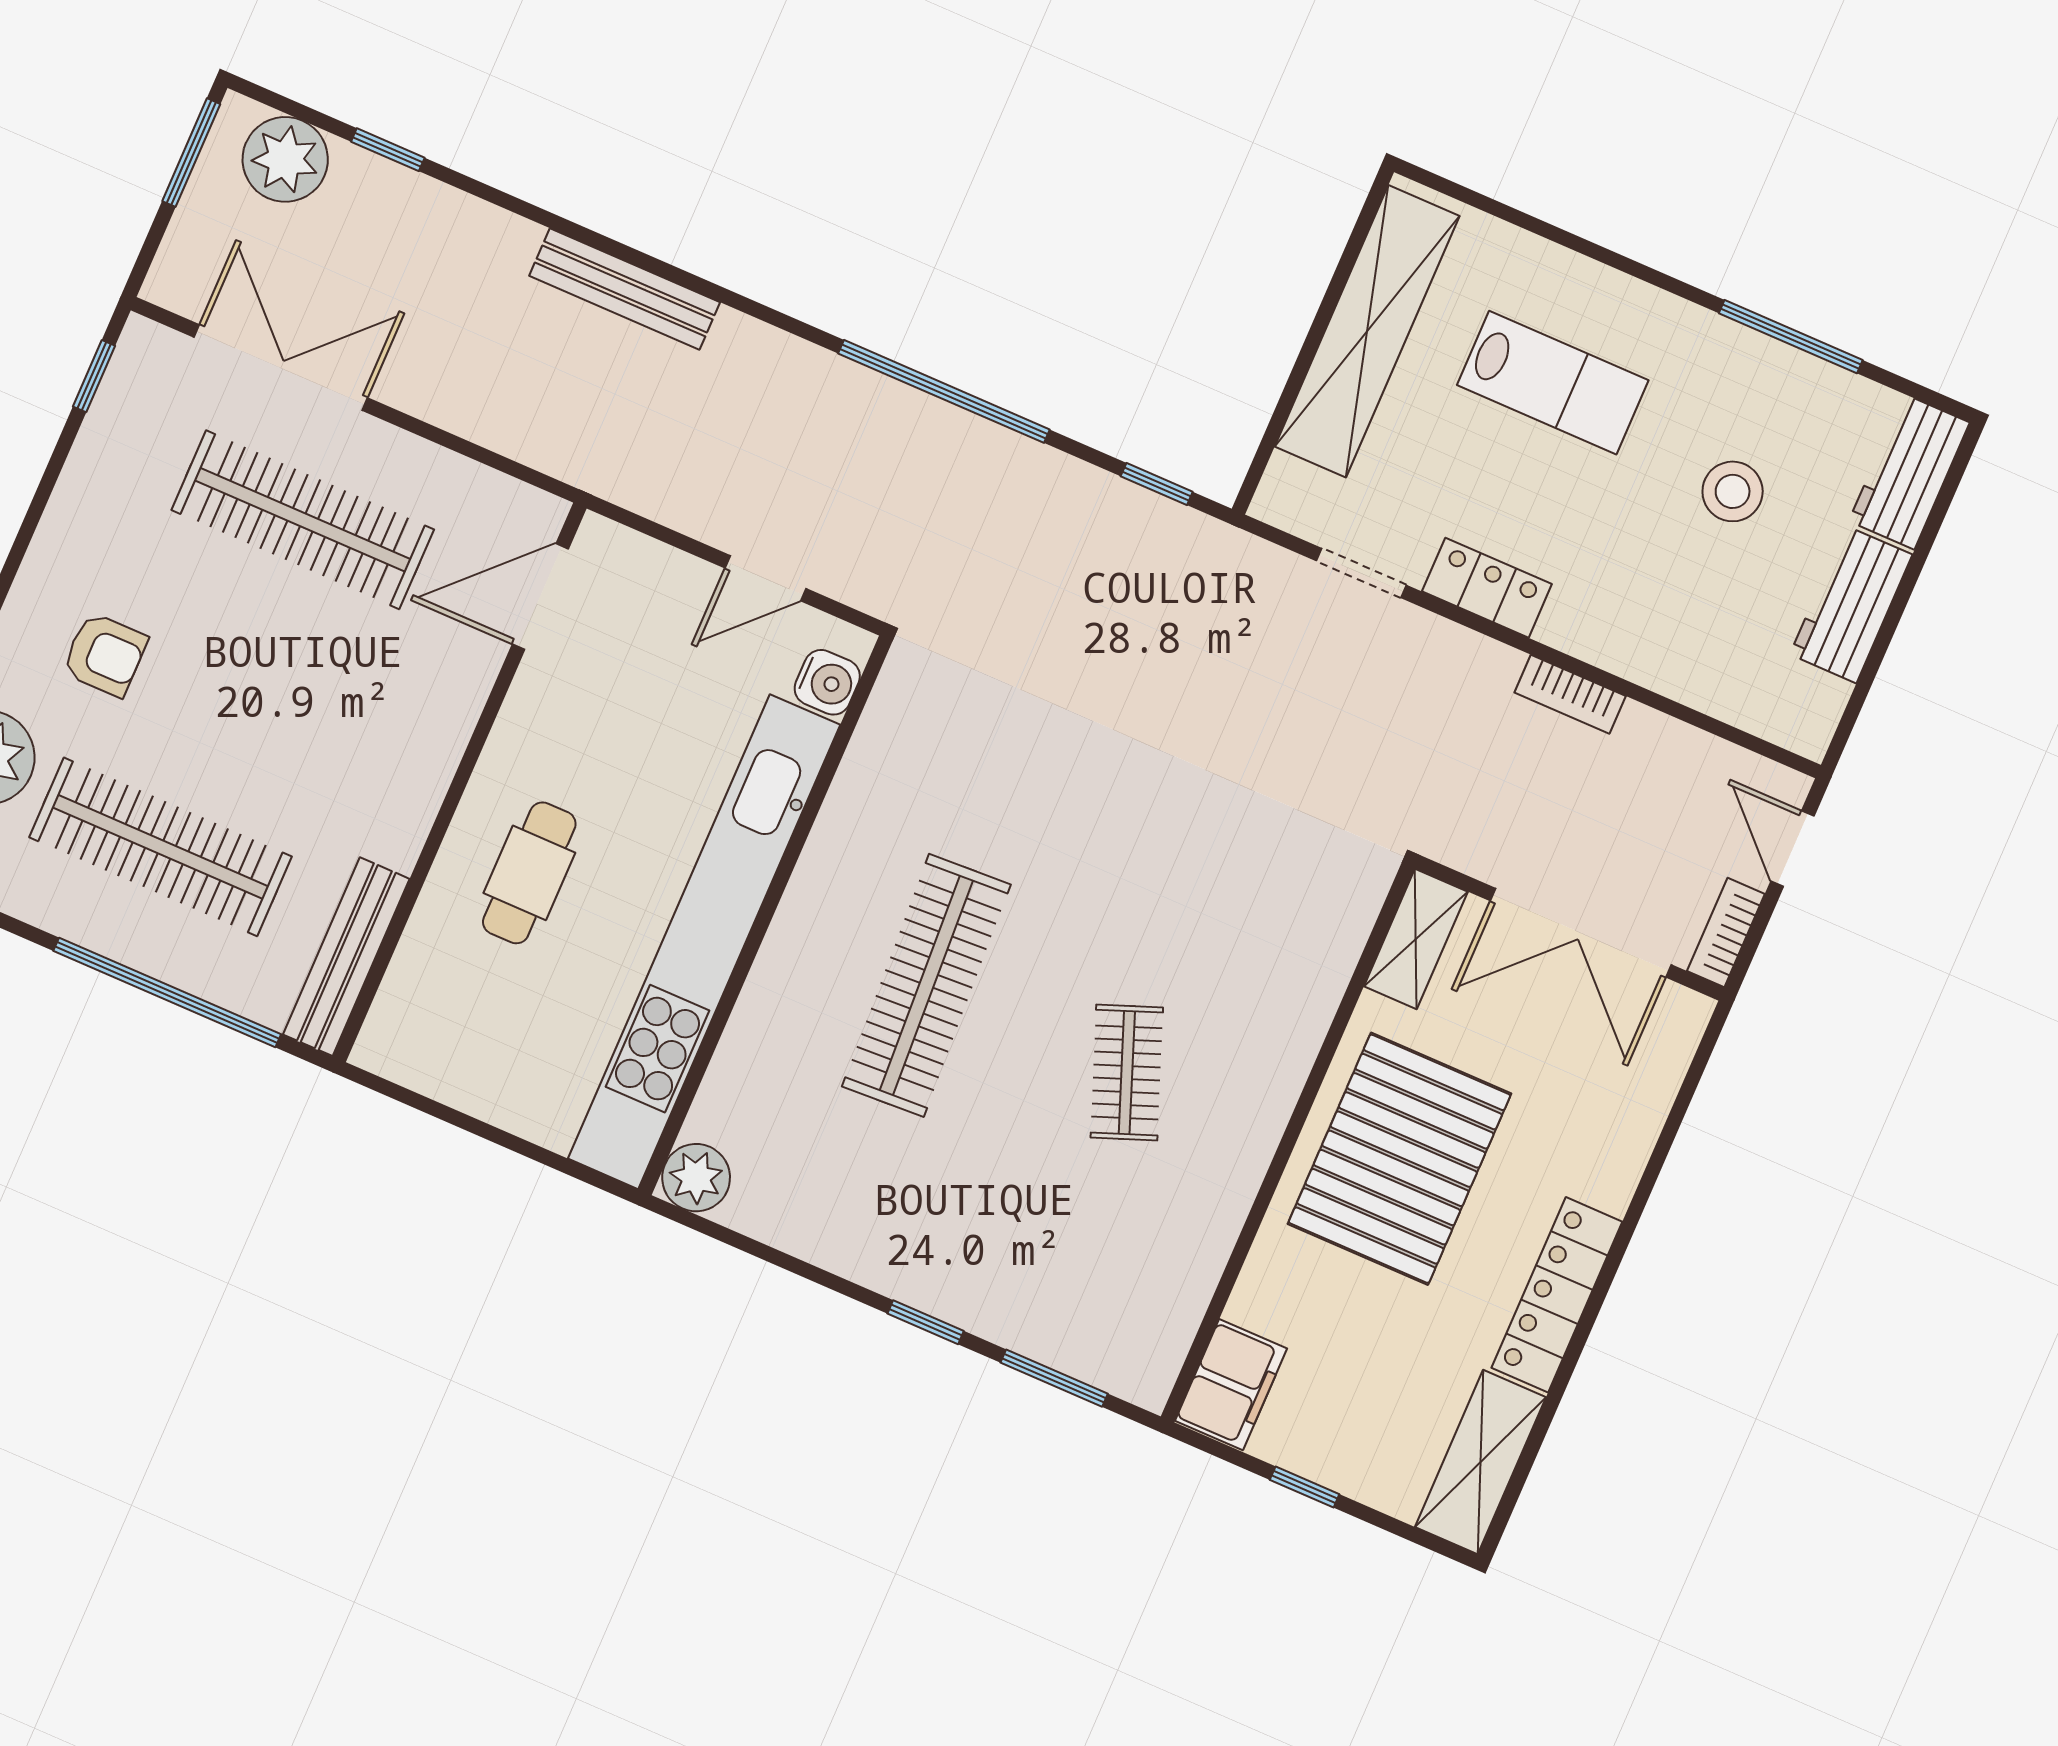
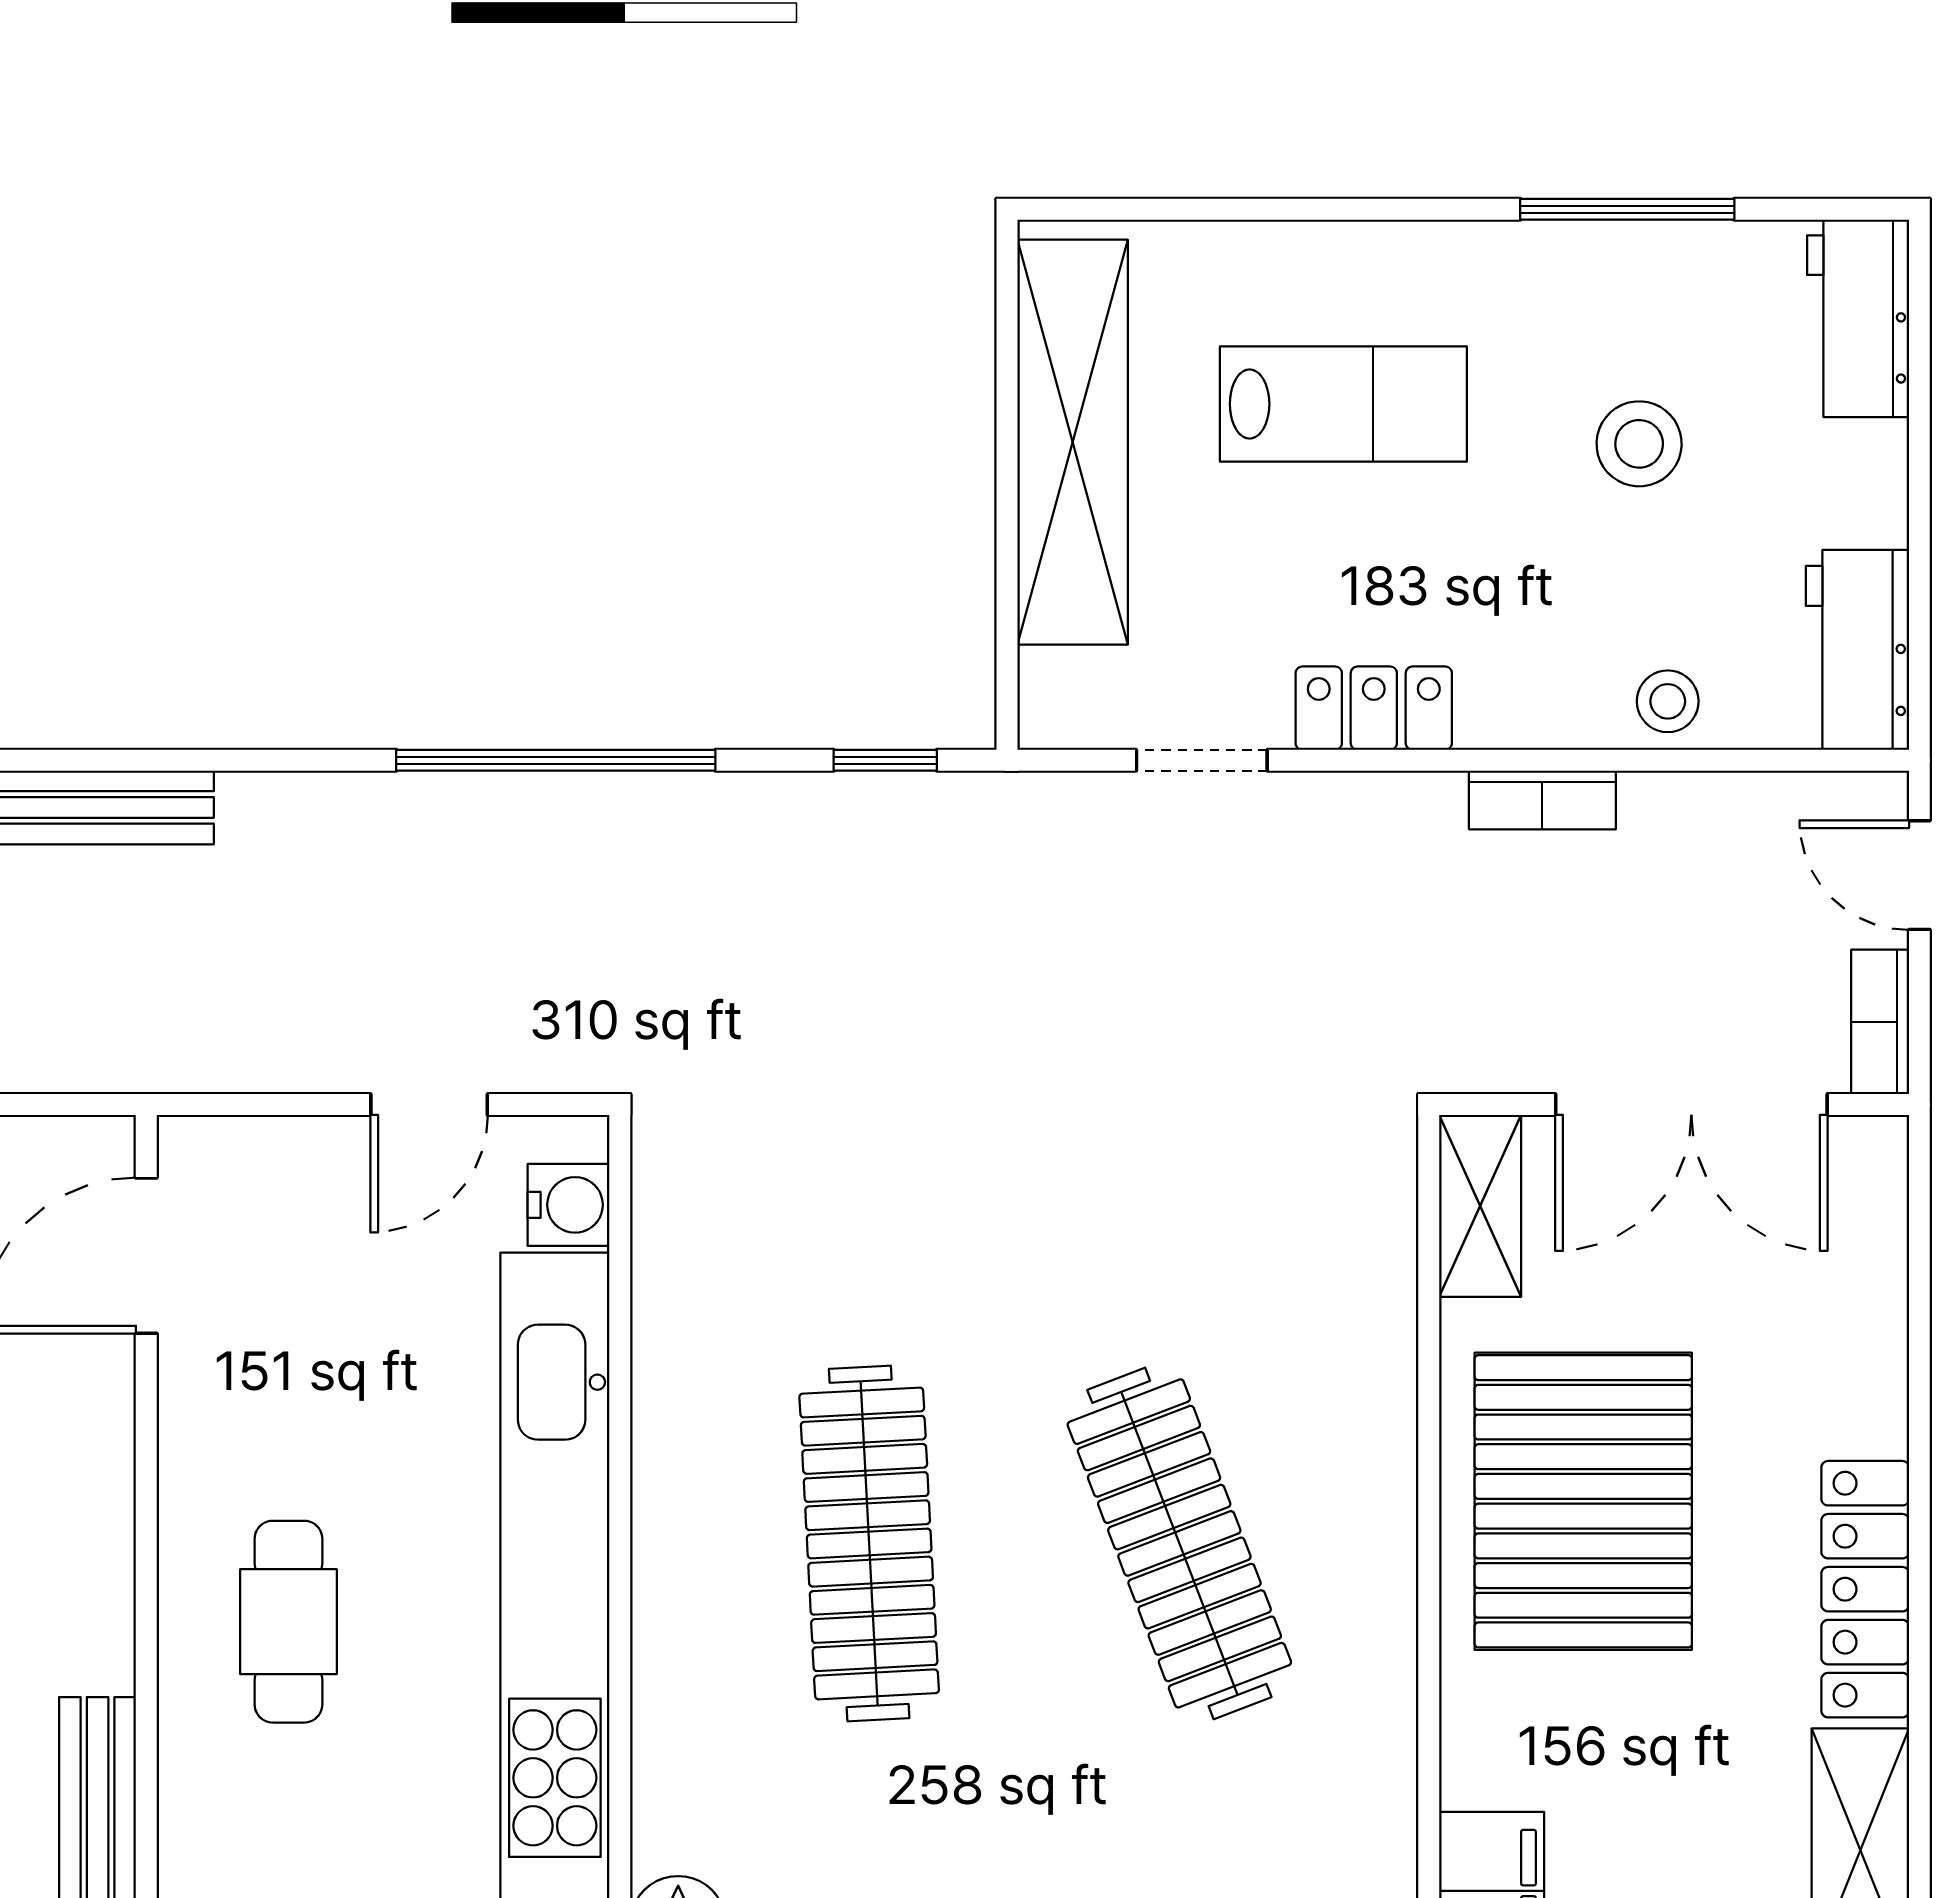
workbench: (1851, 604) -> (1857, 650), moved
stool: (1679, 666) -> (1668, 701), added
clothes rail: (1127, 1073) -> (1179, 1543), width x1.86, depth x1.31

